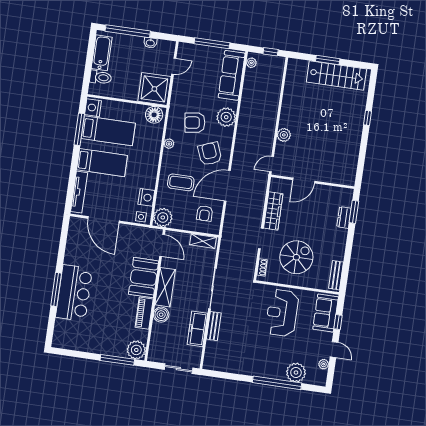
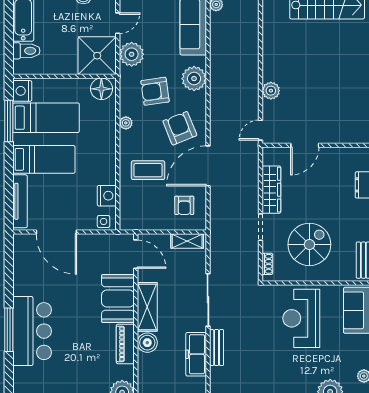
plant: (163, 217) -> (132, 54), moved

